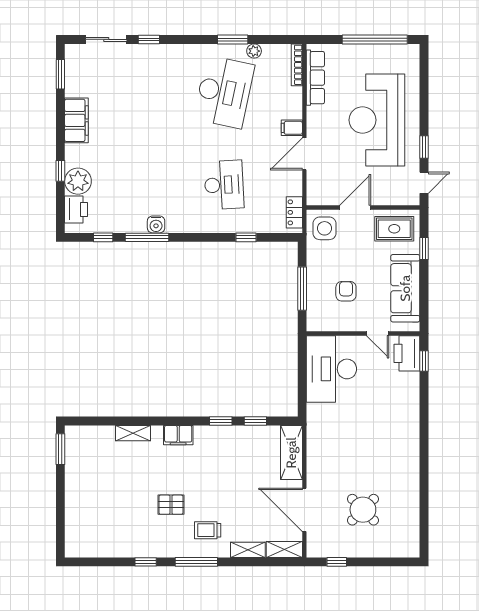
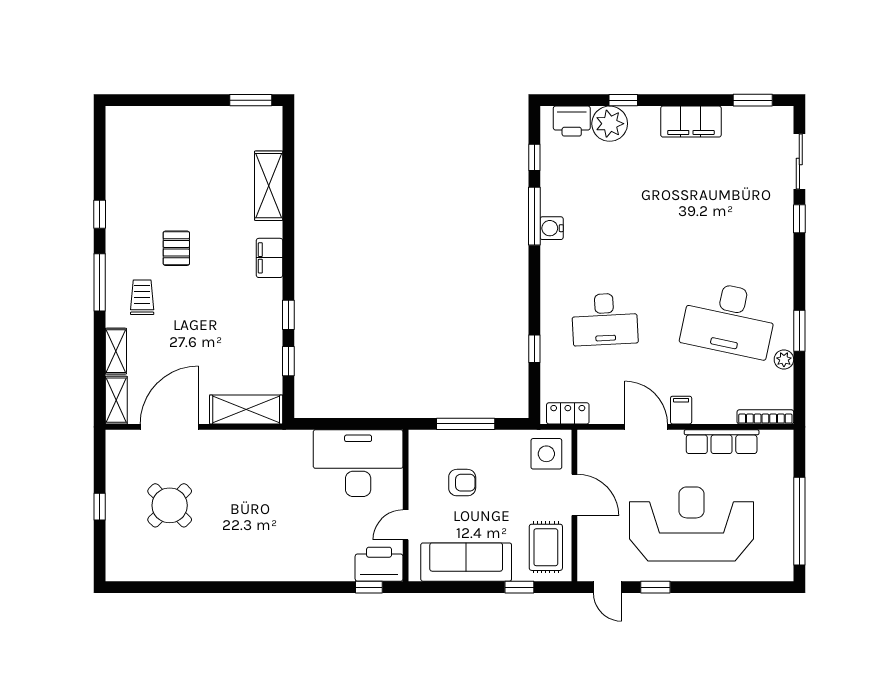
row of seats: (315, 78) -> (722, 442), moved
shelving: (133, 433) -> (269, 186), width x1.50, depth x1.33
window: (337, 562) -> (100, 507), moved

